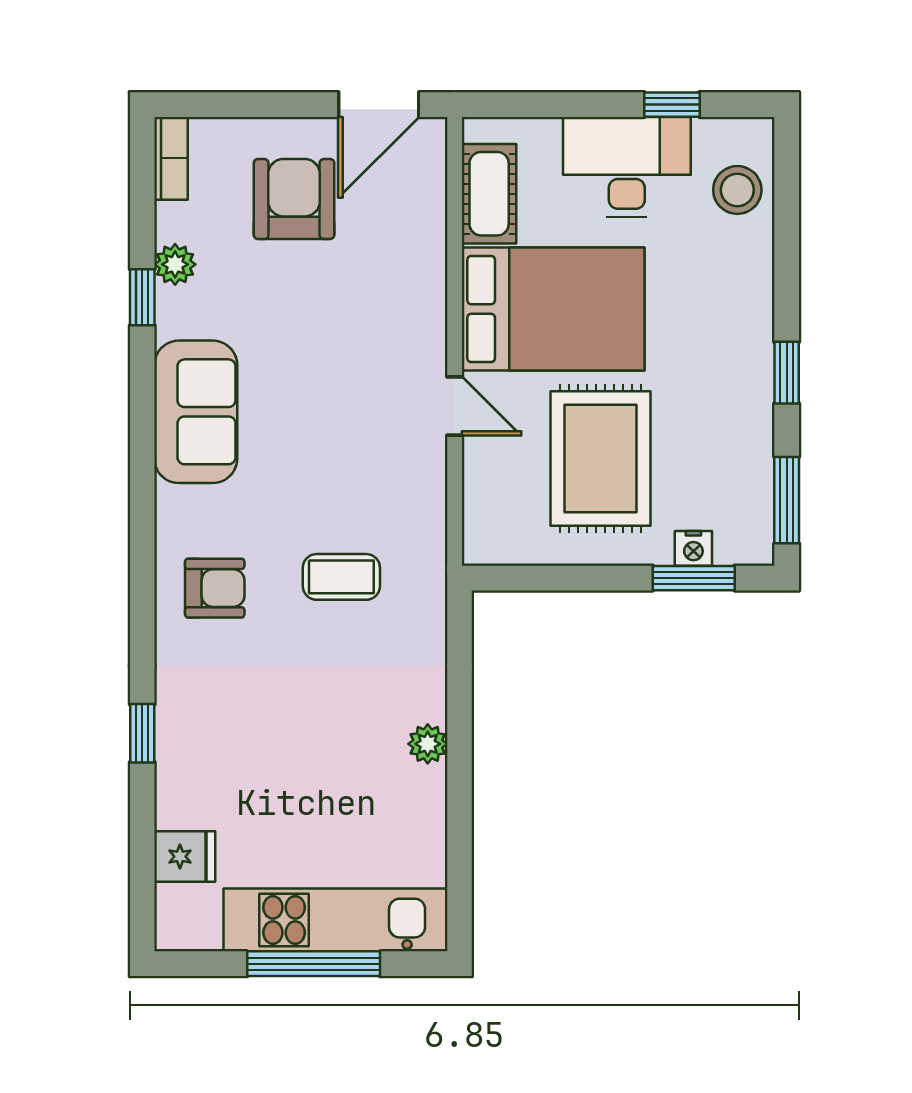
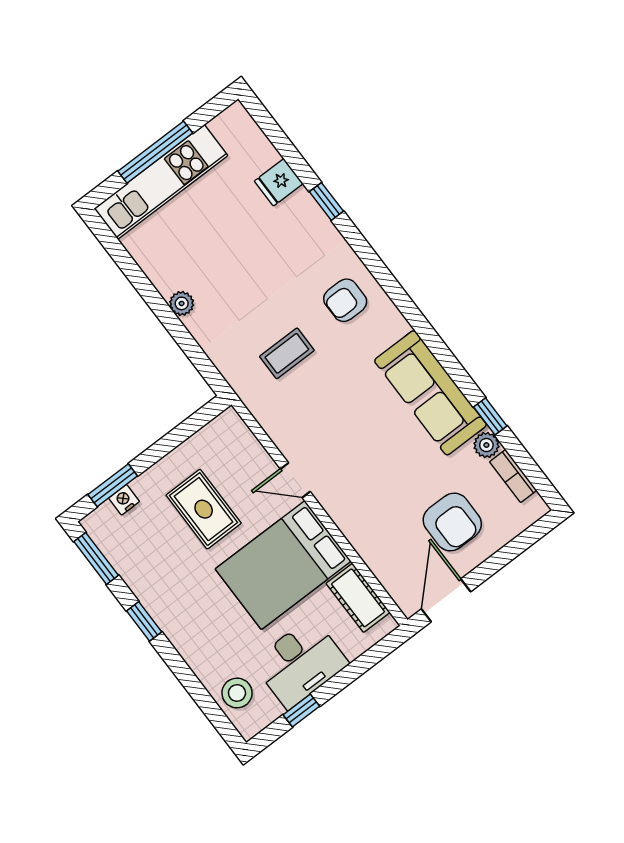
bookcase: (171, 158) -> (513, 476), moved
sofa: (196, 412) -> (430, 393), width x1.36
rug: (600, 459) -> (204, 509), width x0.73, depth x0.70
fridge: (185, 856) -> (279, 182), moved

